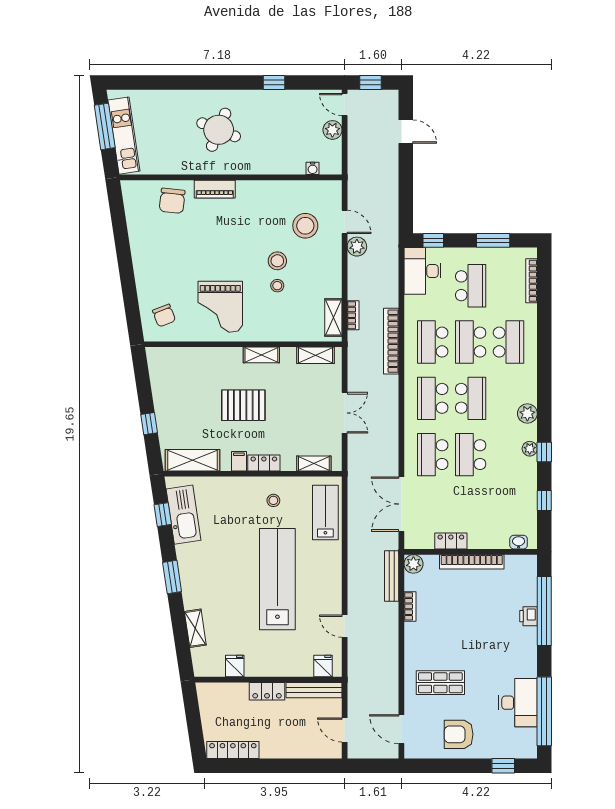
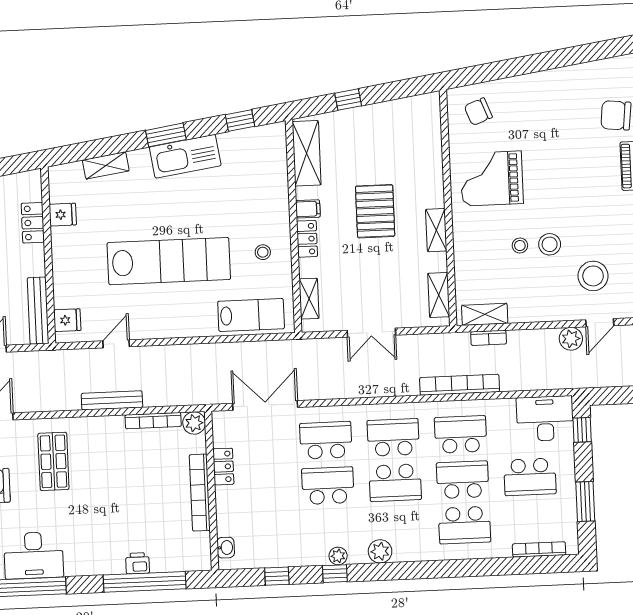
kitchen sink: (184, 515) -> (185, 156), moved
bench: (392, 576) -> (112, 400), moved
bookcase: (410, 606) -> (153, 421), width x1.56
locker: (267, 691) -> (33, 223), moved

